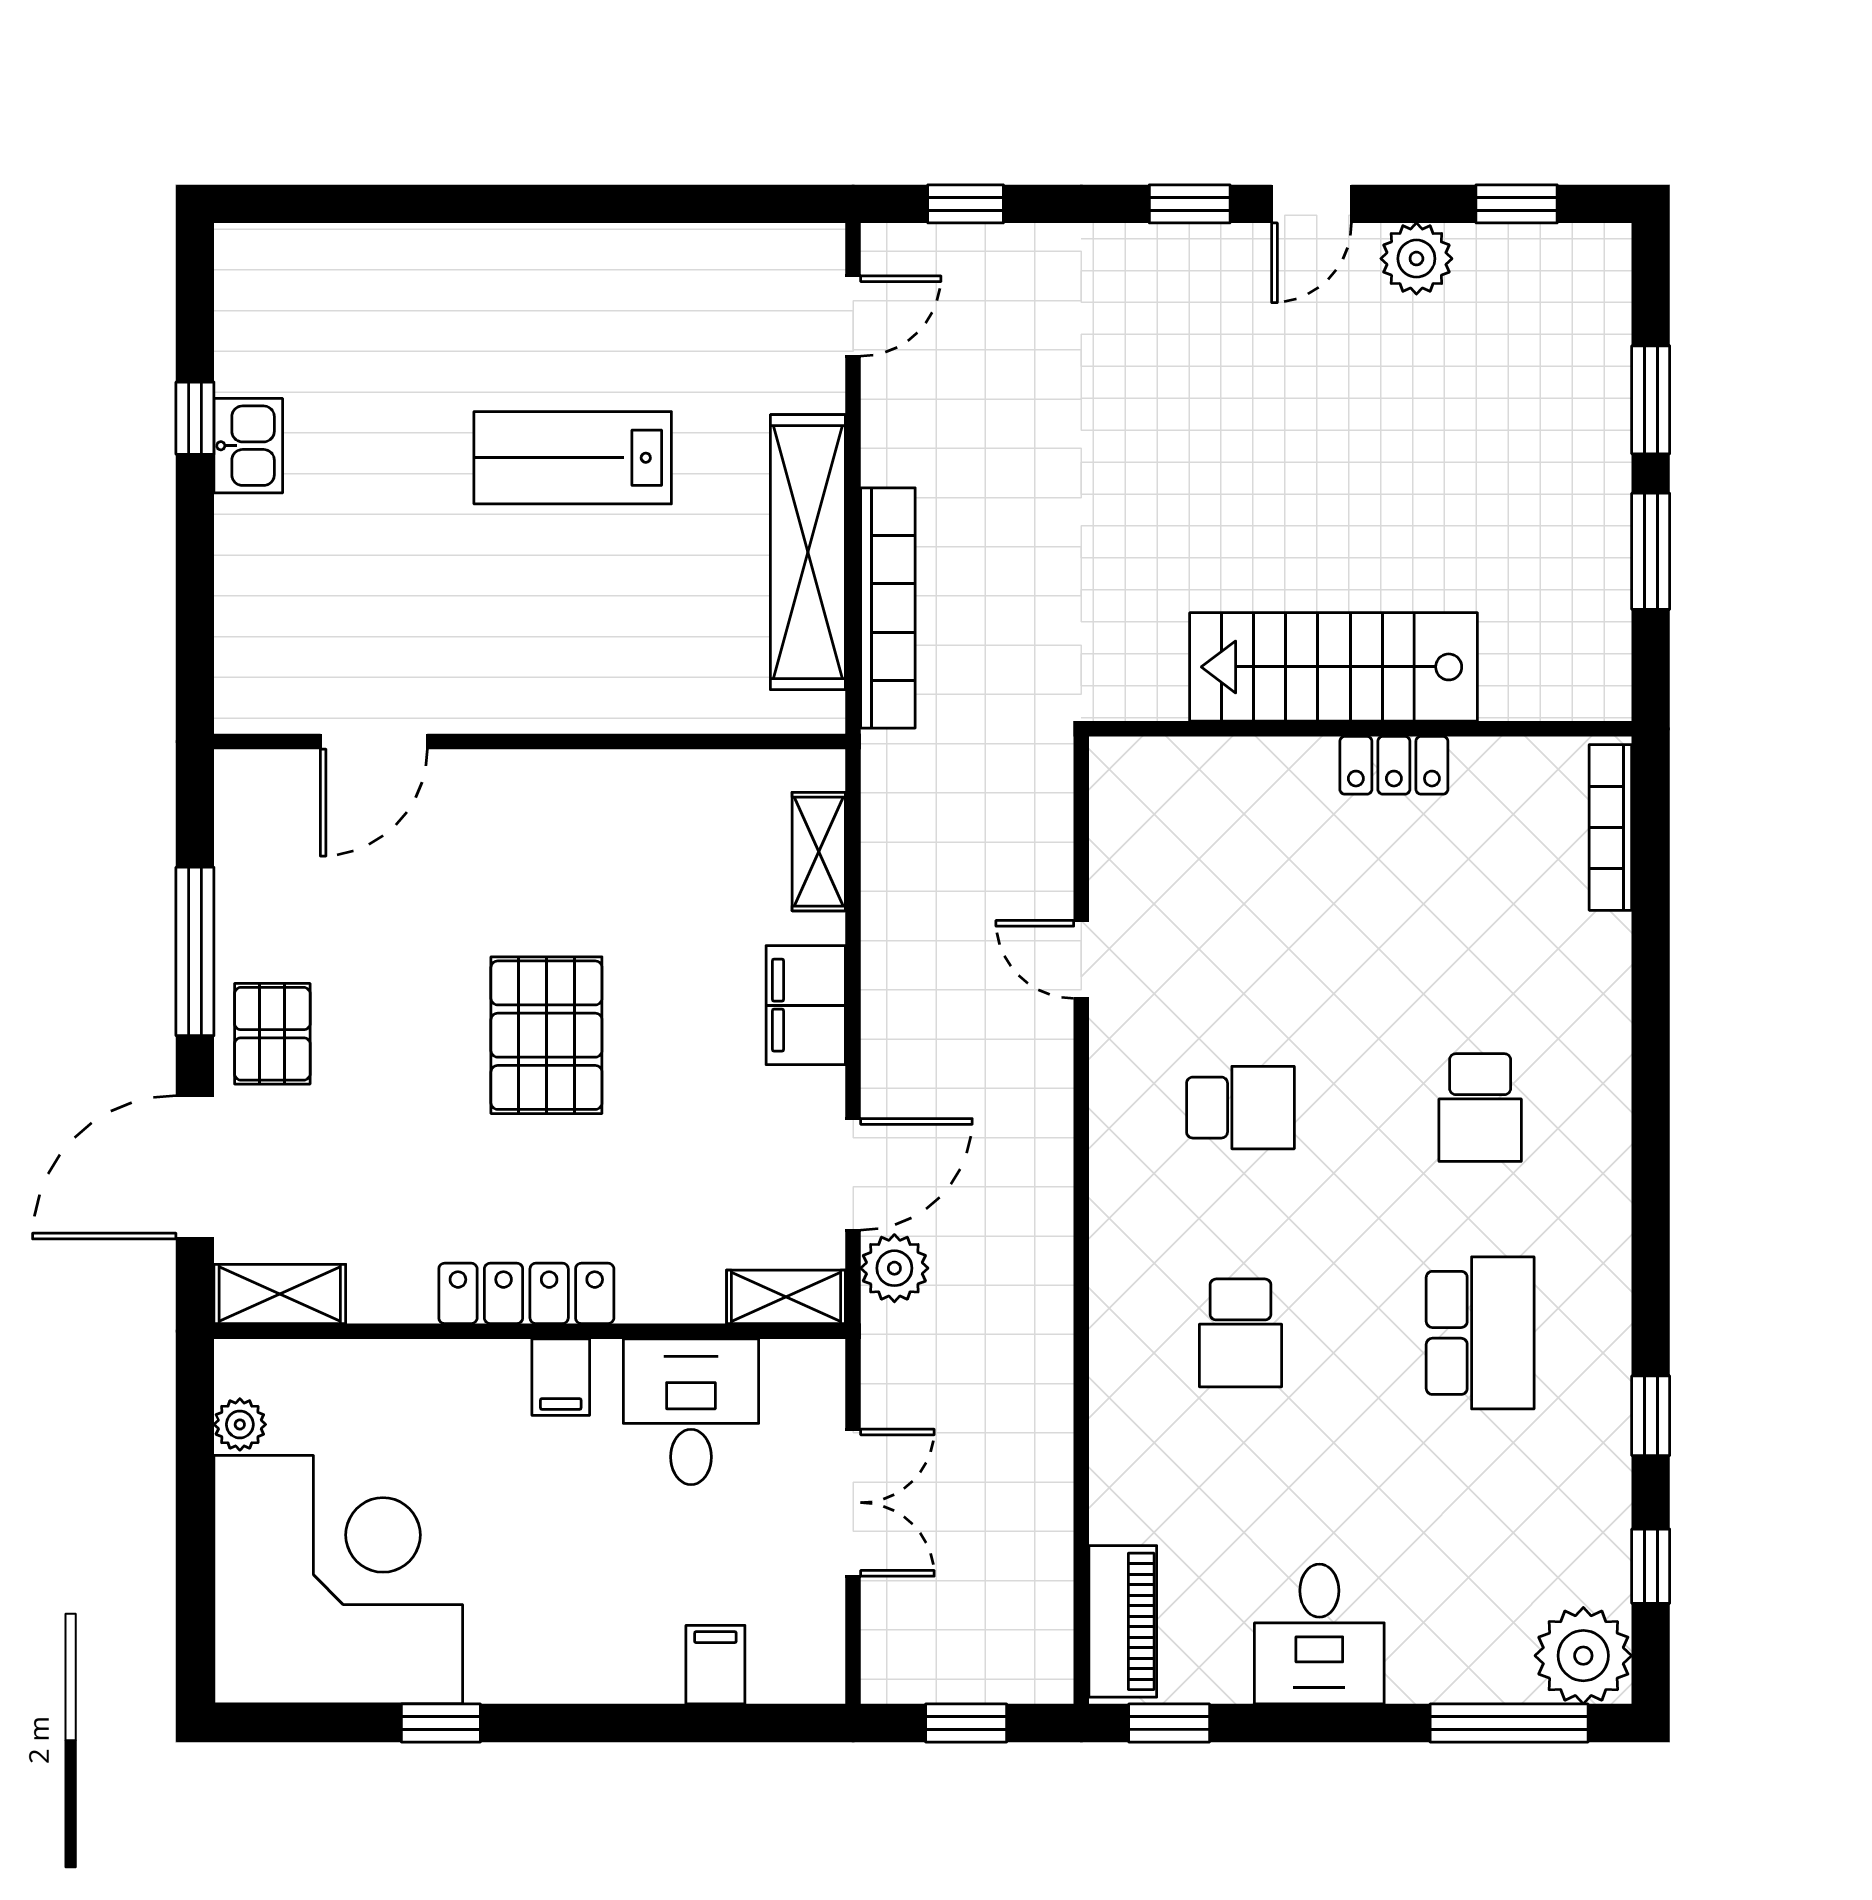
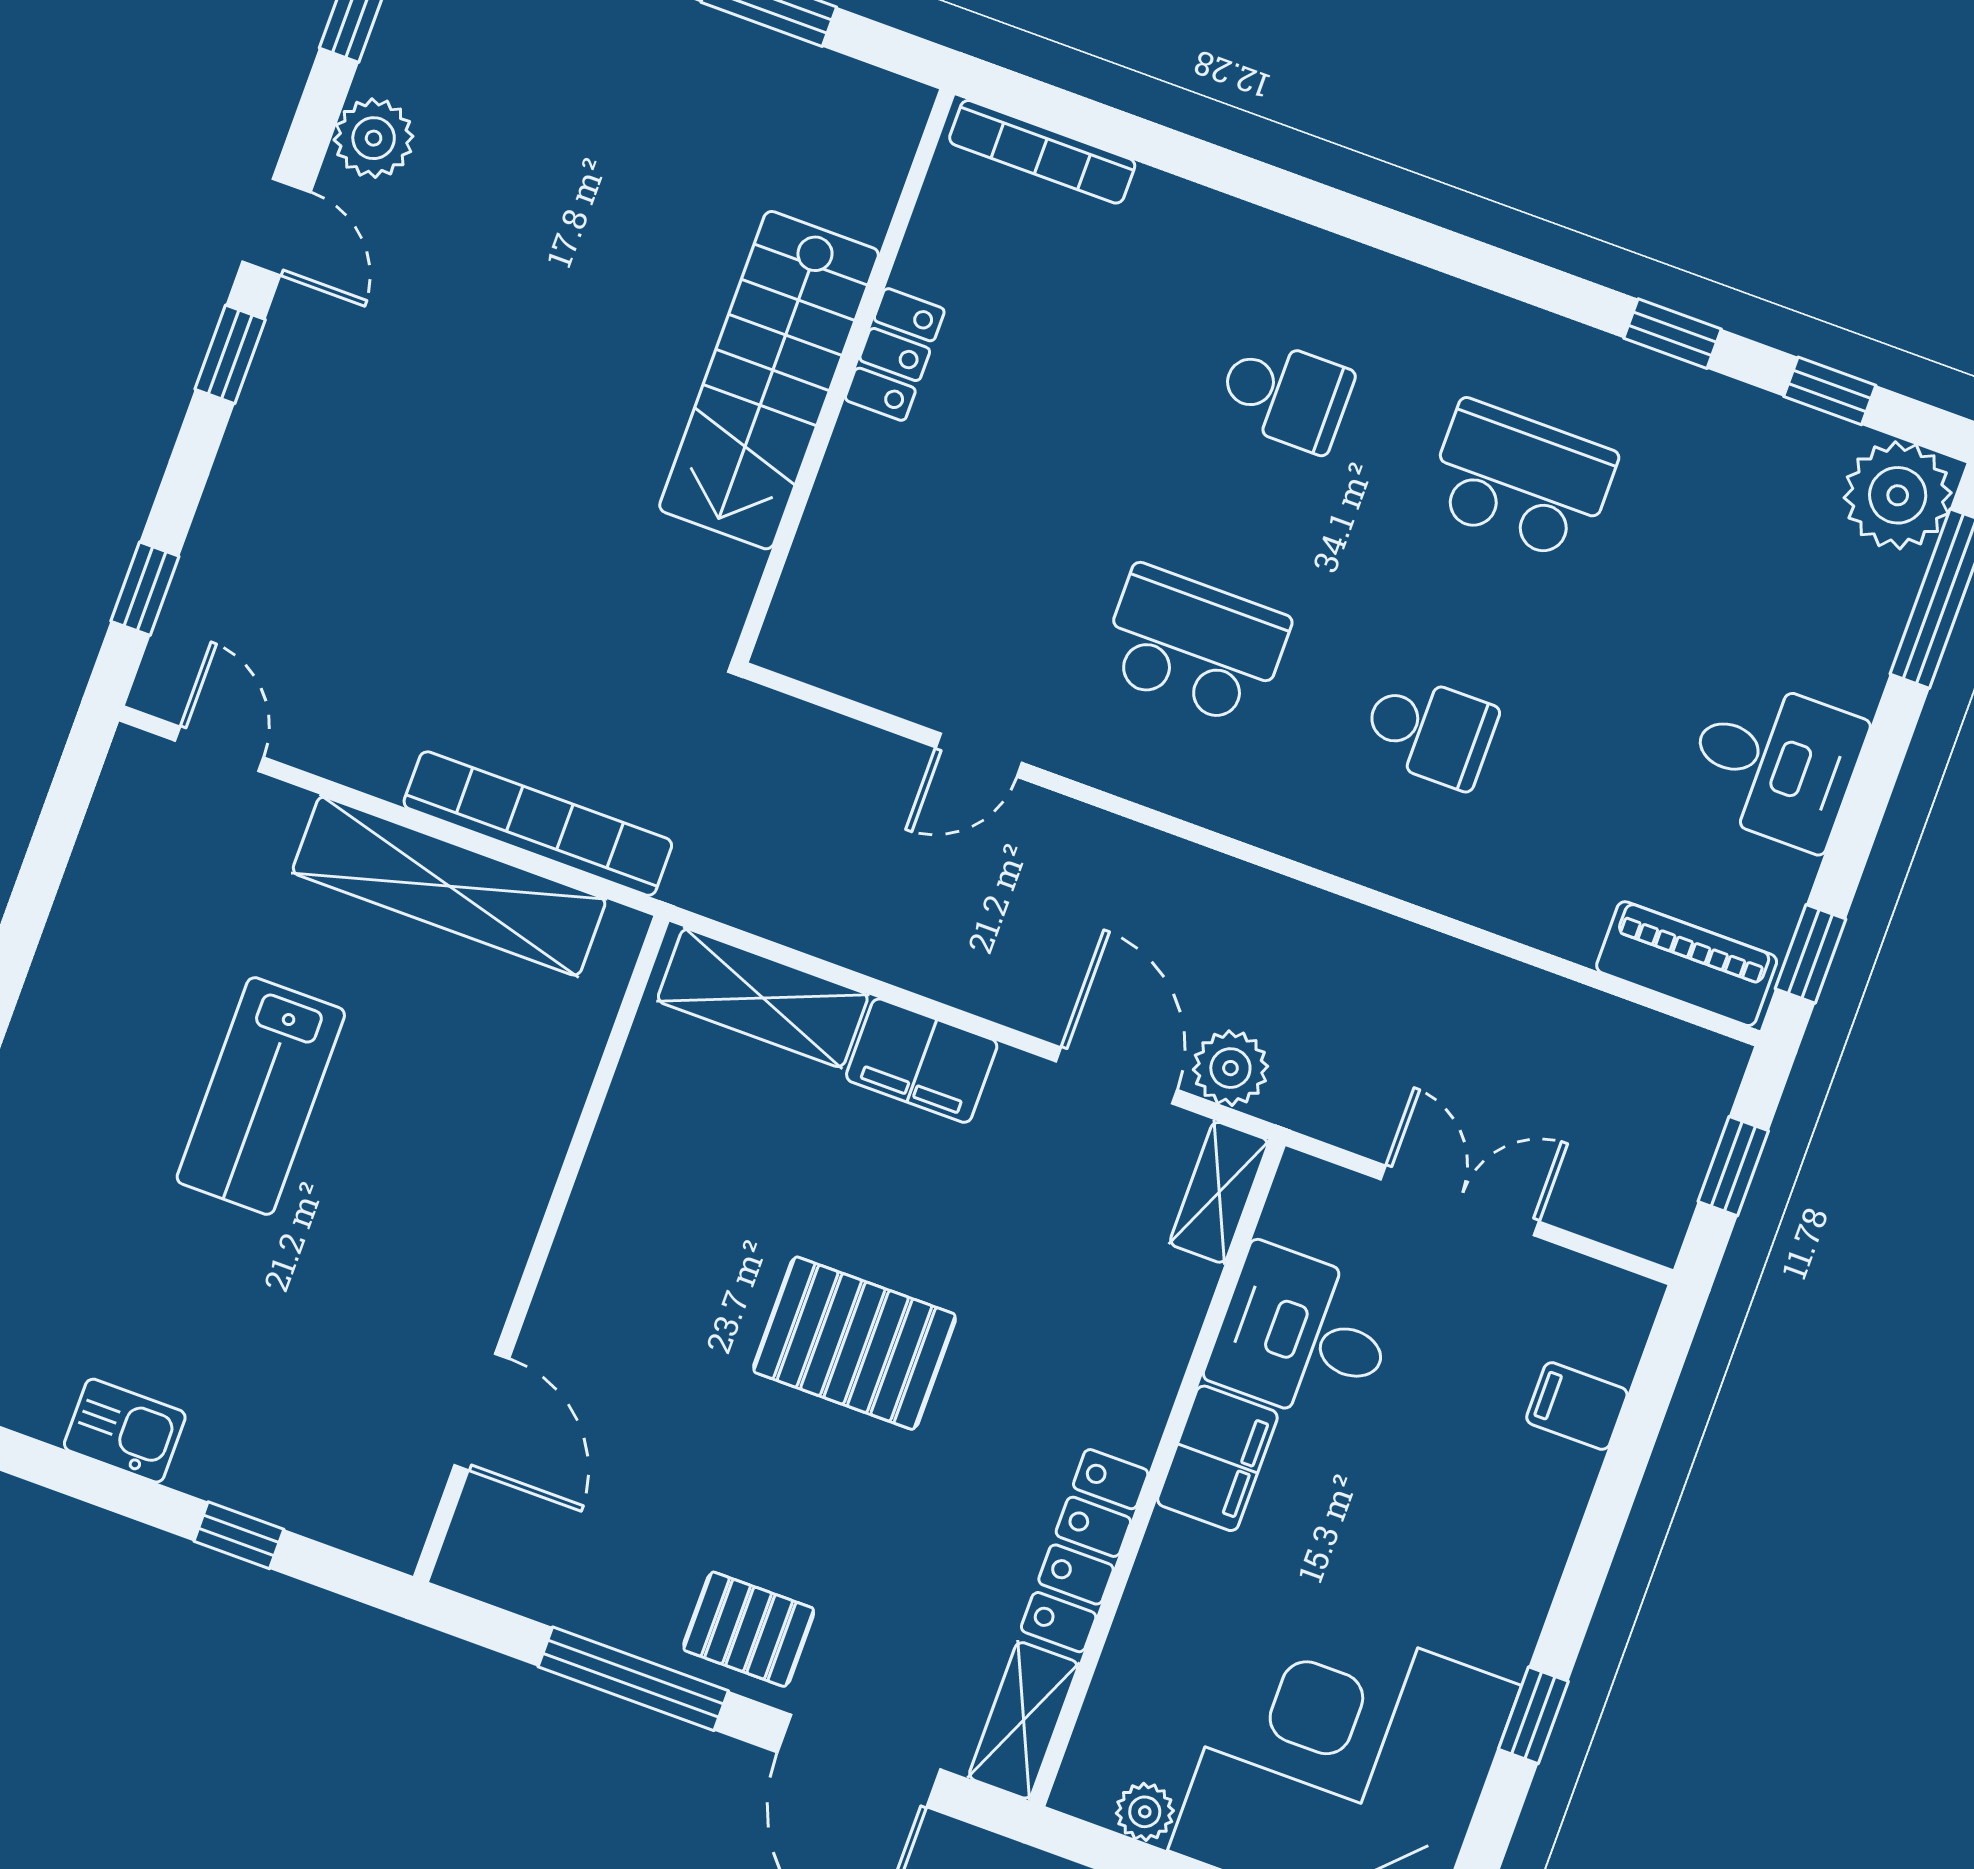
window: (195, 418) -> (239, 1535), moved
shelving: (819, 852) -> (763, 998), width x1.50, depth x1.33
school desk: (1240, 1108) -> (1194, 645), width x1.85
locker: (526, 1293) -> (1085, 1551), moved
filing cabinet: (561, 1377) -> (1217, 1458), width x2.00

